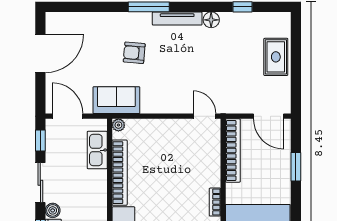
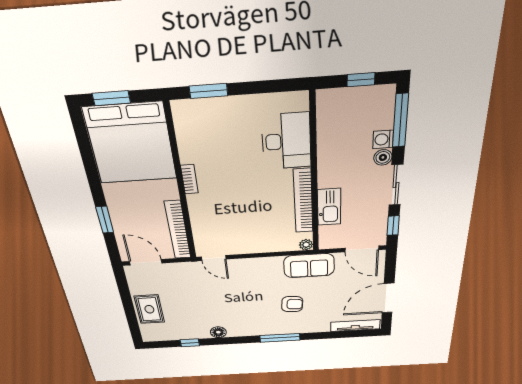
tv unit: (177, 19) -> (355, 325), moved
kitchen sink: (97, 150) -> (329, 207), moved

